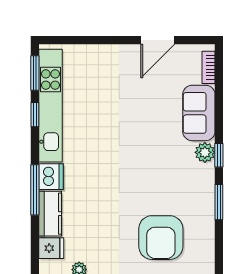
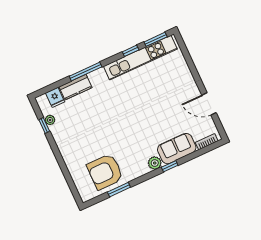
window: (219, 155) -> (170, 166), moved
dishwasher: (51, 177) -> (98, 77), removed
window: (219, 202) -> (119, 190), moved
armchair: (161, 238) -> (105, 172), moved

